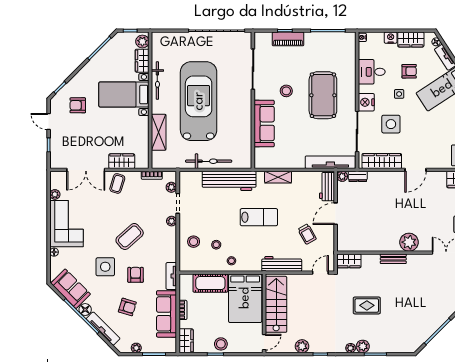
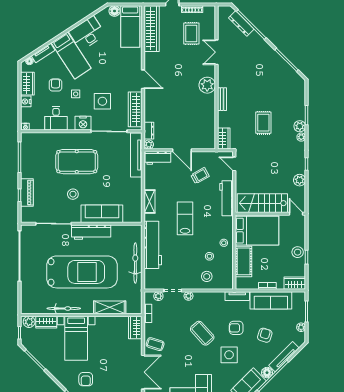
car: (199, 101) -> (82, 272), turned 180
workbench: (243, 111) -> (91, 232), added
wardrobe: (122, 161) -> (135, 327), moved

